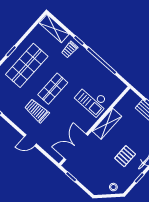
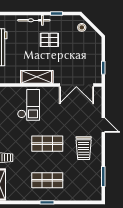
shop shelf: (27, 65) -> (47, 180), width x0.70, depth x0.74
trolley: (37, 111) -> (84, 148), moved

